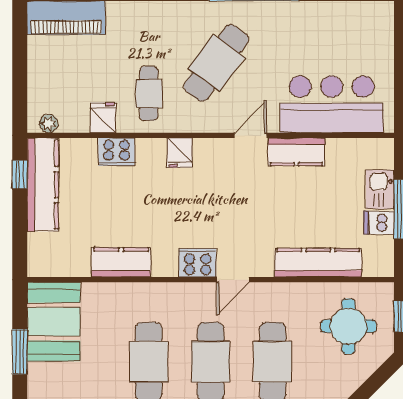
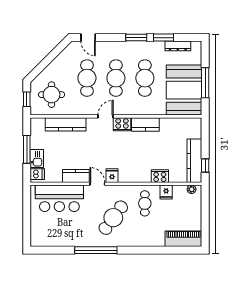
door: (250, 135) -> (97, 184), swing flipped
fridge: (180, 153) -> (112, 176), moved
dishwasher: (379, 223) -> (37, 174), moved
kitchen counter: (121, 262) -> (145, 124), moved
booth: (54, 322) -> (184, 90), width x1.36, depth x1.42
window: (20, 352) -> (205, 83), width x1.44

